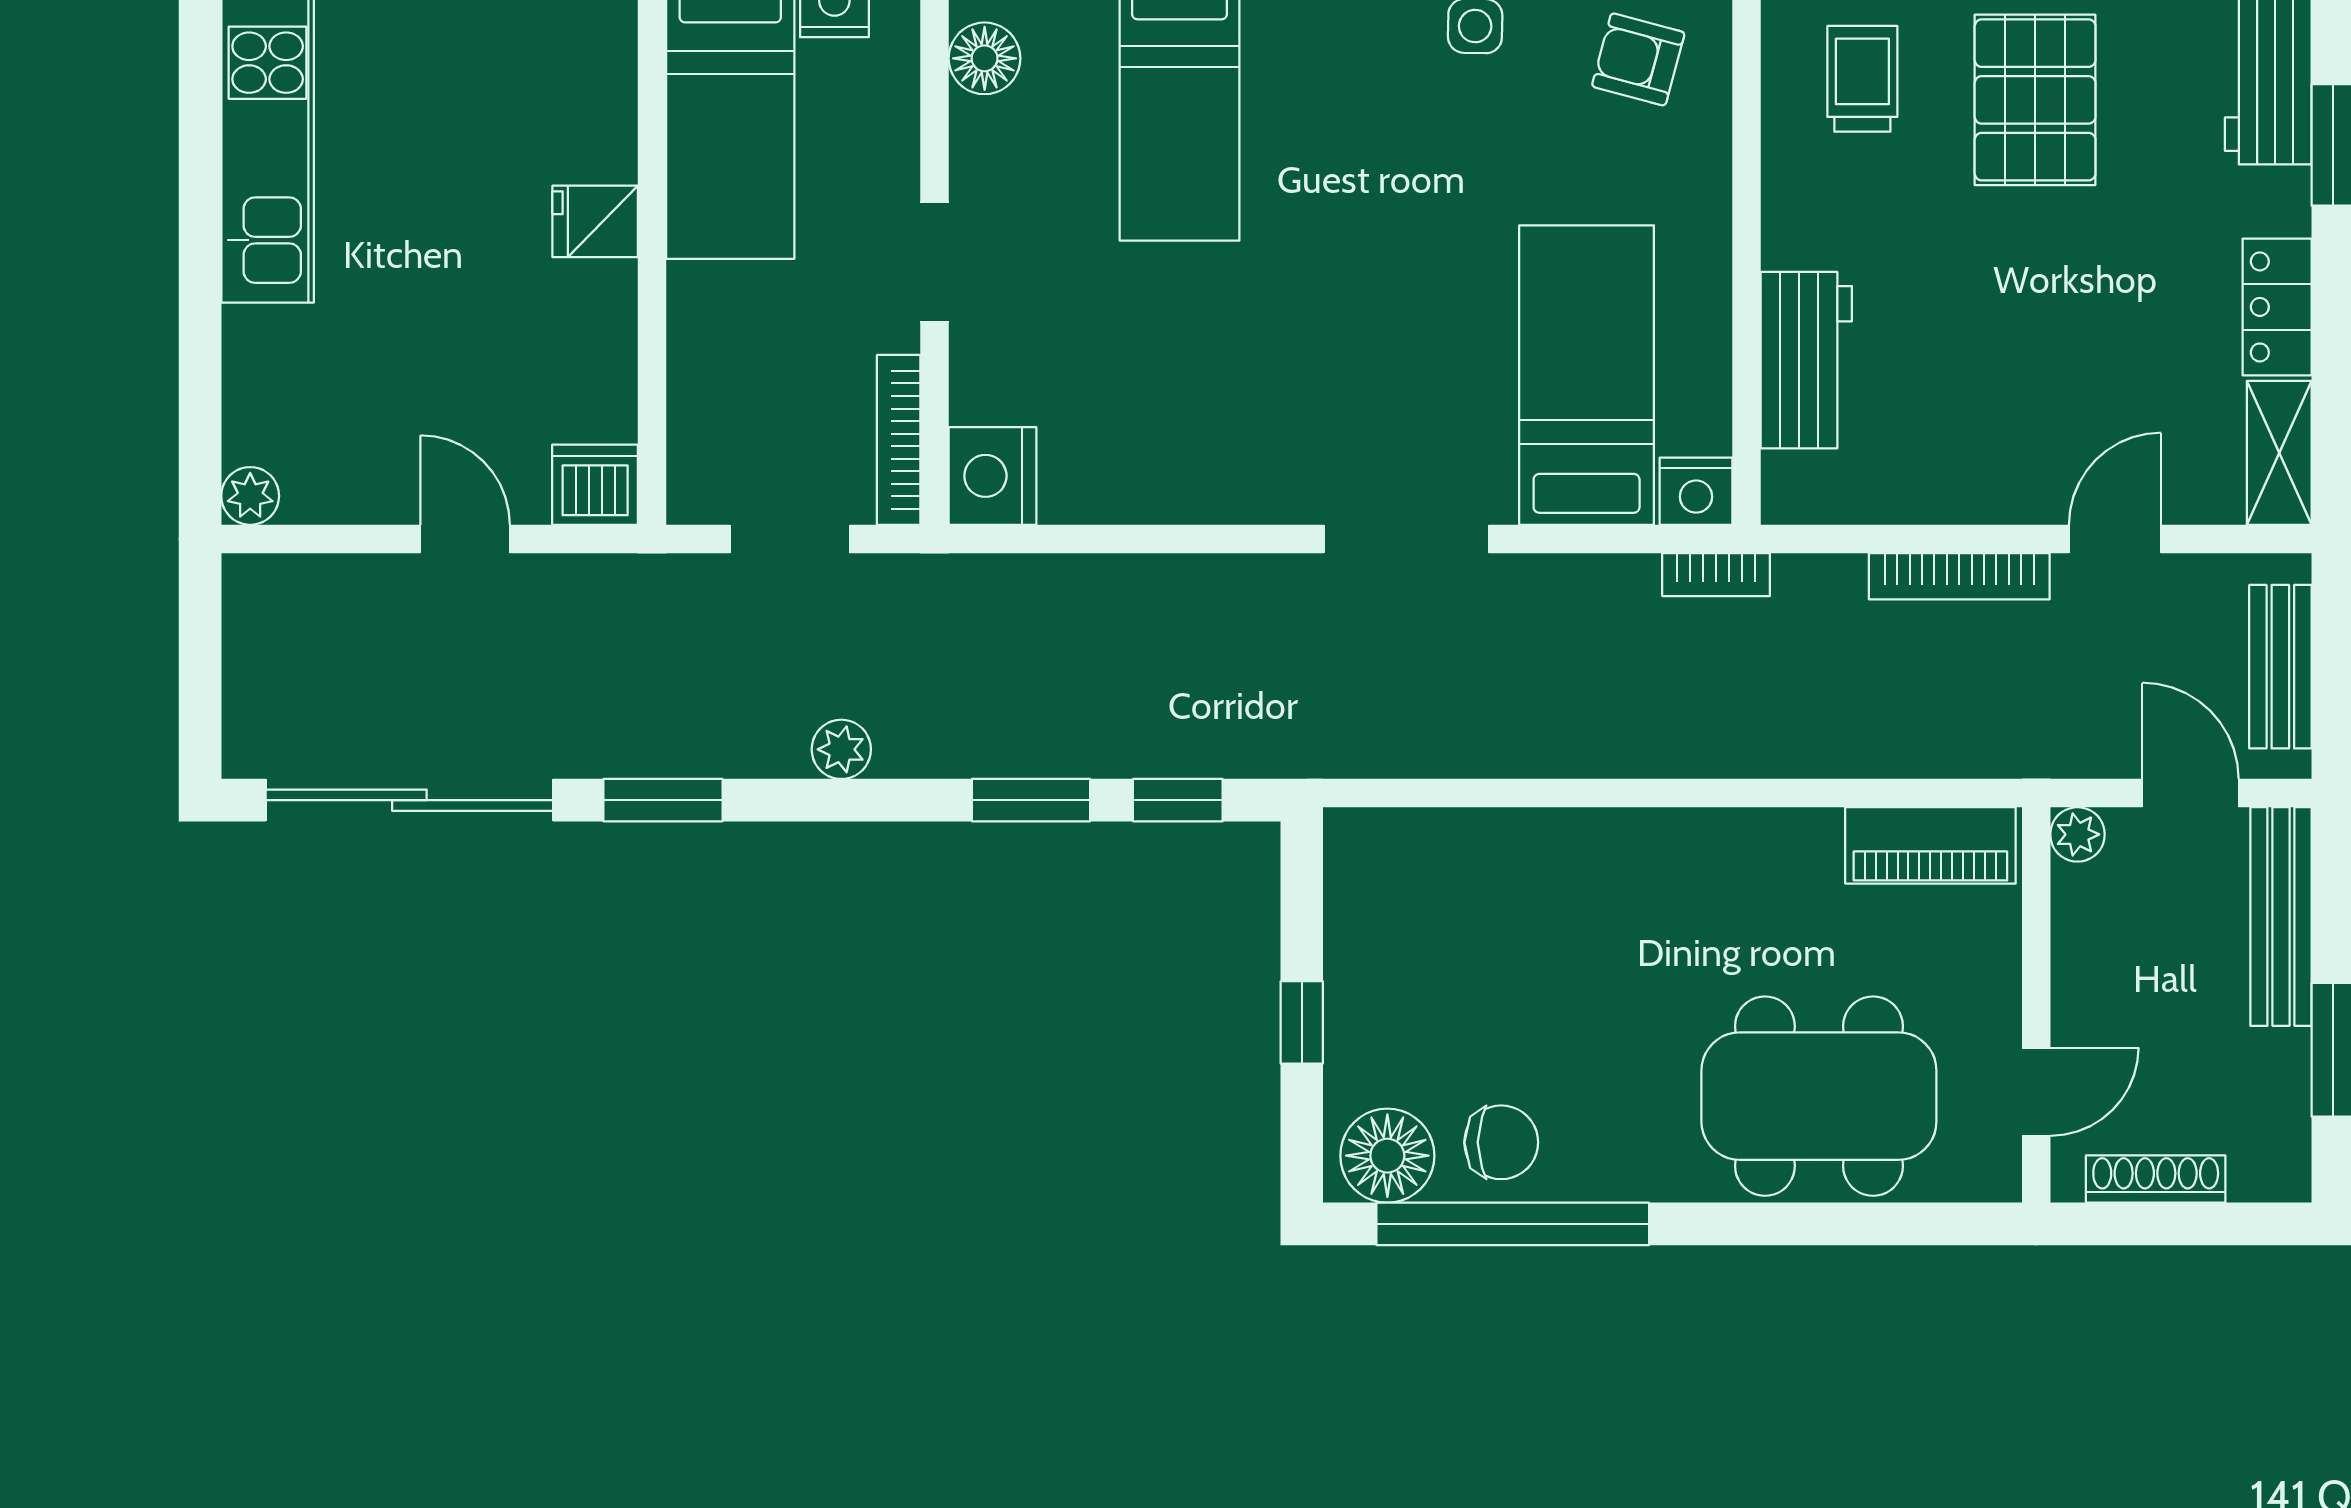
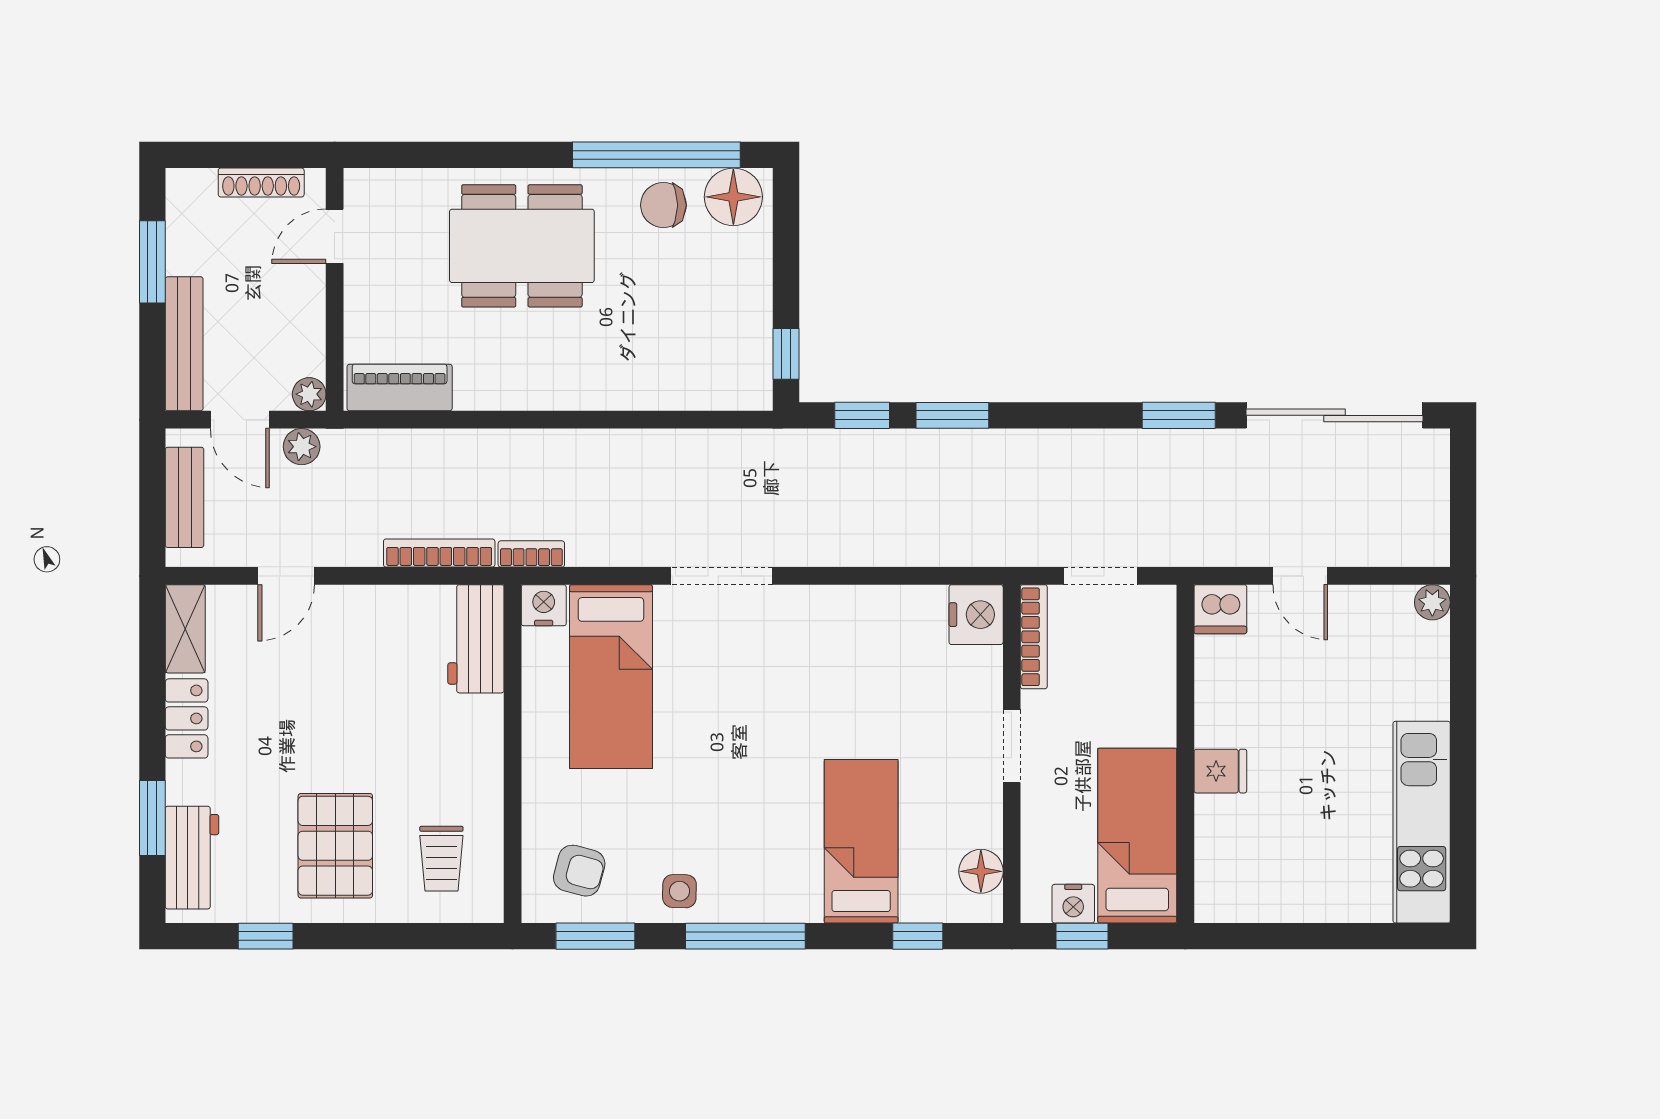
workbench: (1806, 360) -> (476, 639), moved
bookcase: (1959, 576) -> (439, 553), moved
plant: (841, 749) -> (302, 447), moved
window: (1302, 1022) -> (786, 354), moved
dining table: (1819, 1096) -> (522, 246), moved

